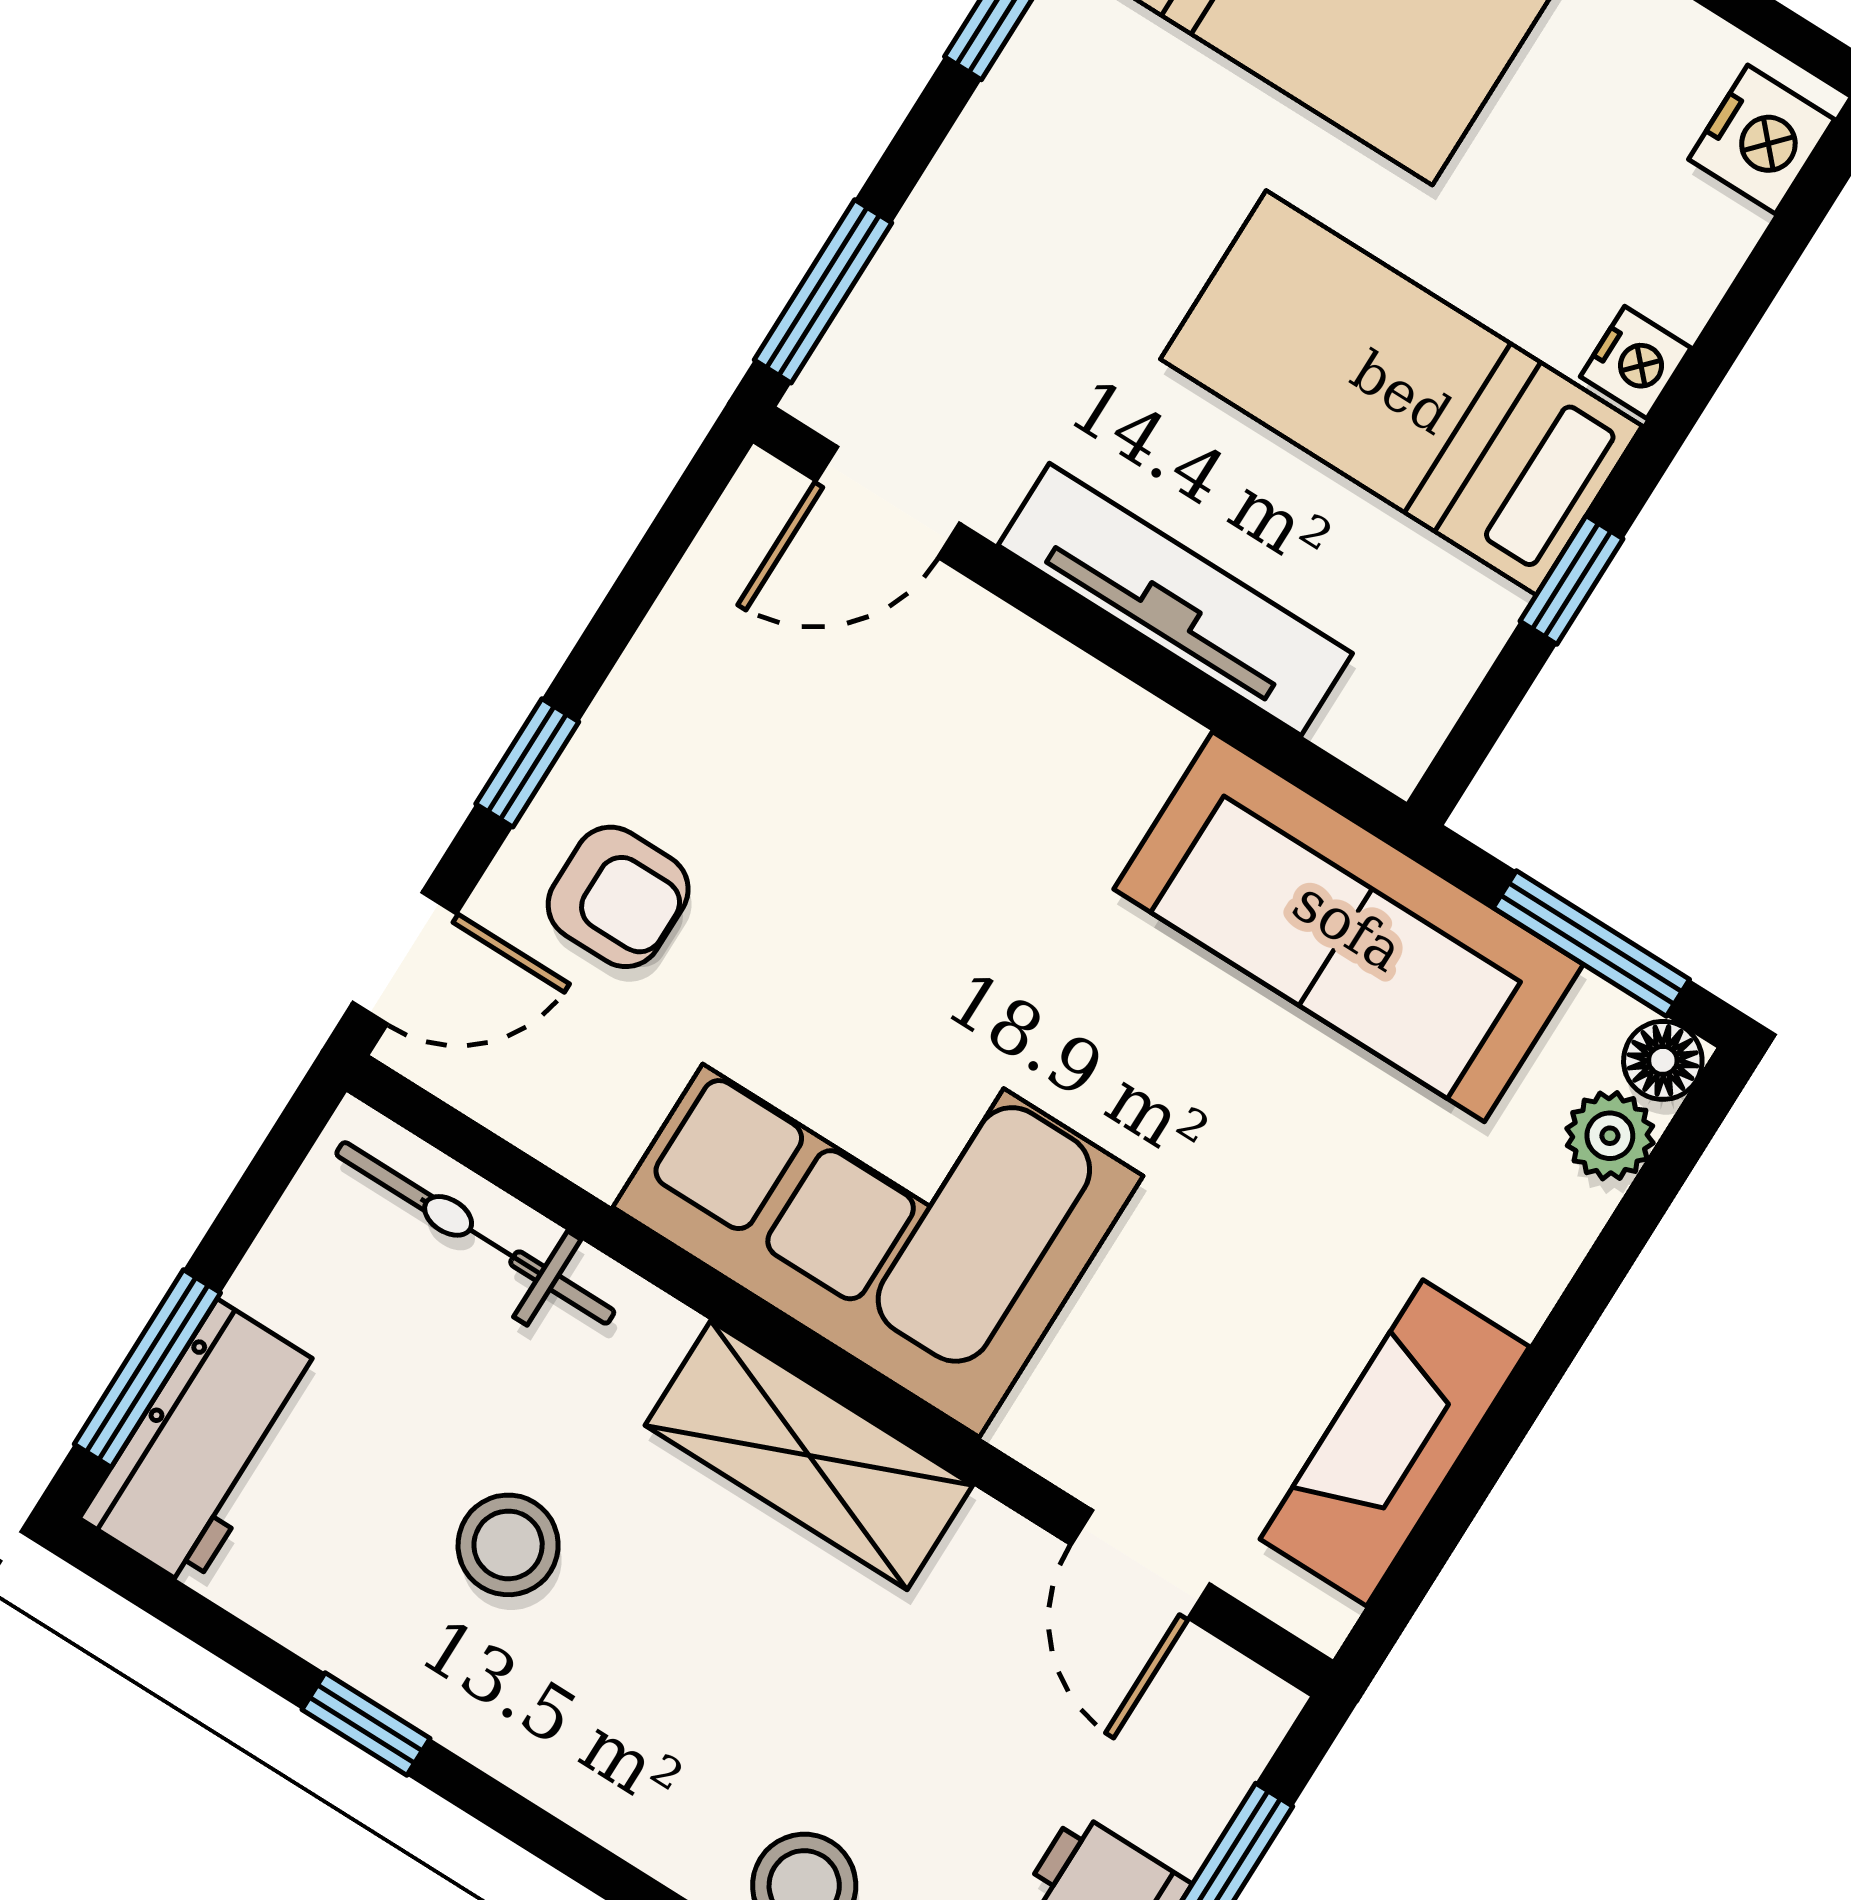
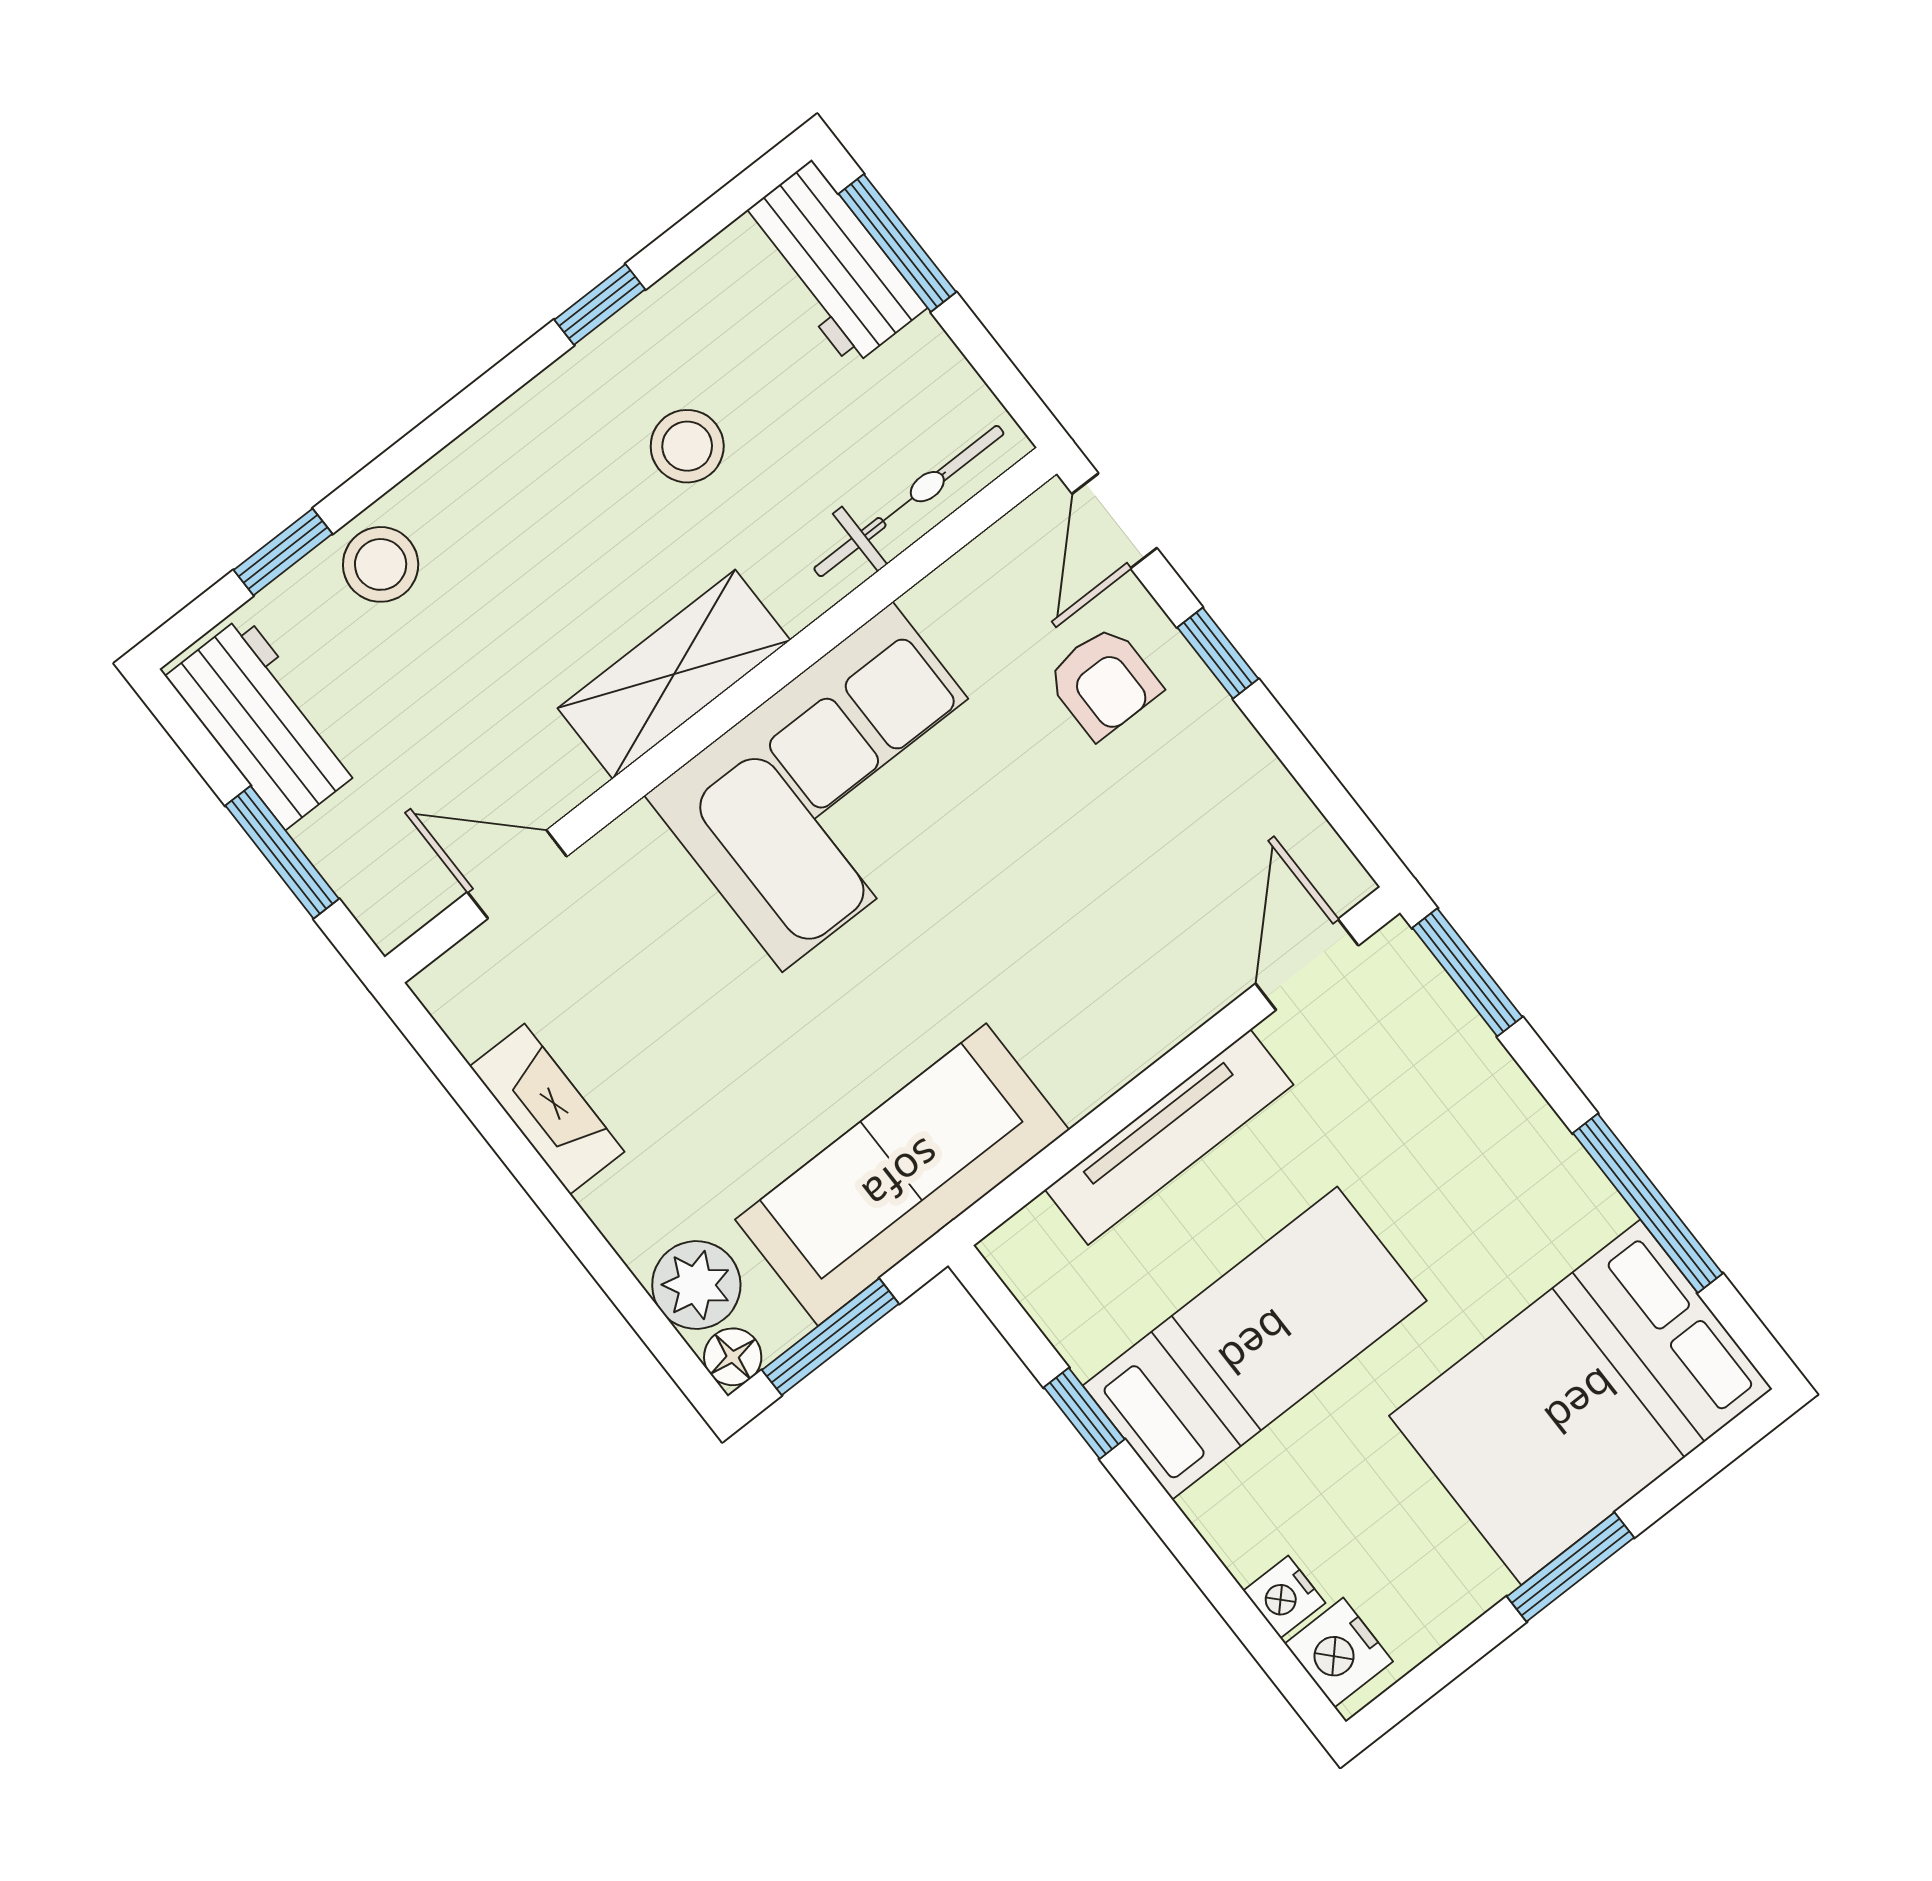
nightstand: (1636, 362) -> (1284, 1597), moved
armchair: (618, 897) -> (1104, 682), turned -90
plant: (1610, 1136) -> (696, 1285), width x1.38, depth x1.38
fireplace: (1395, 1443) -> (547, 1109), width x0.73, depth x0.76

